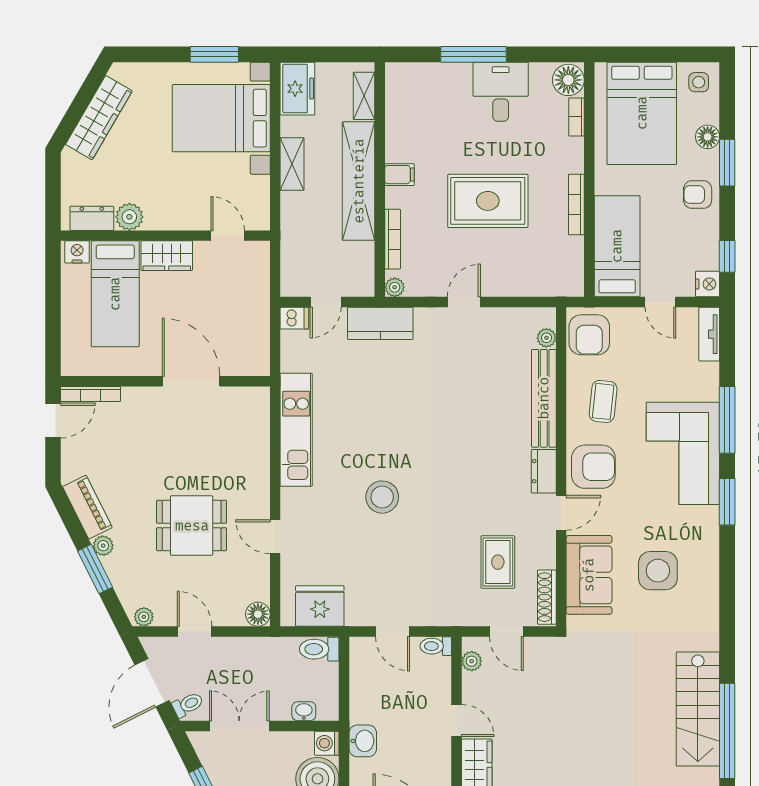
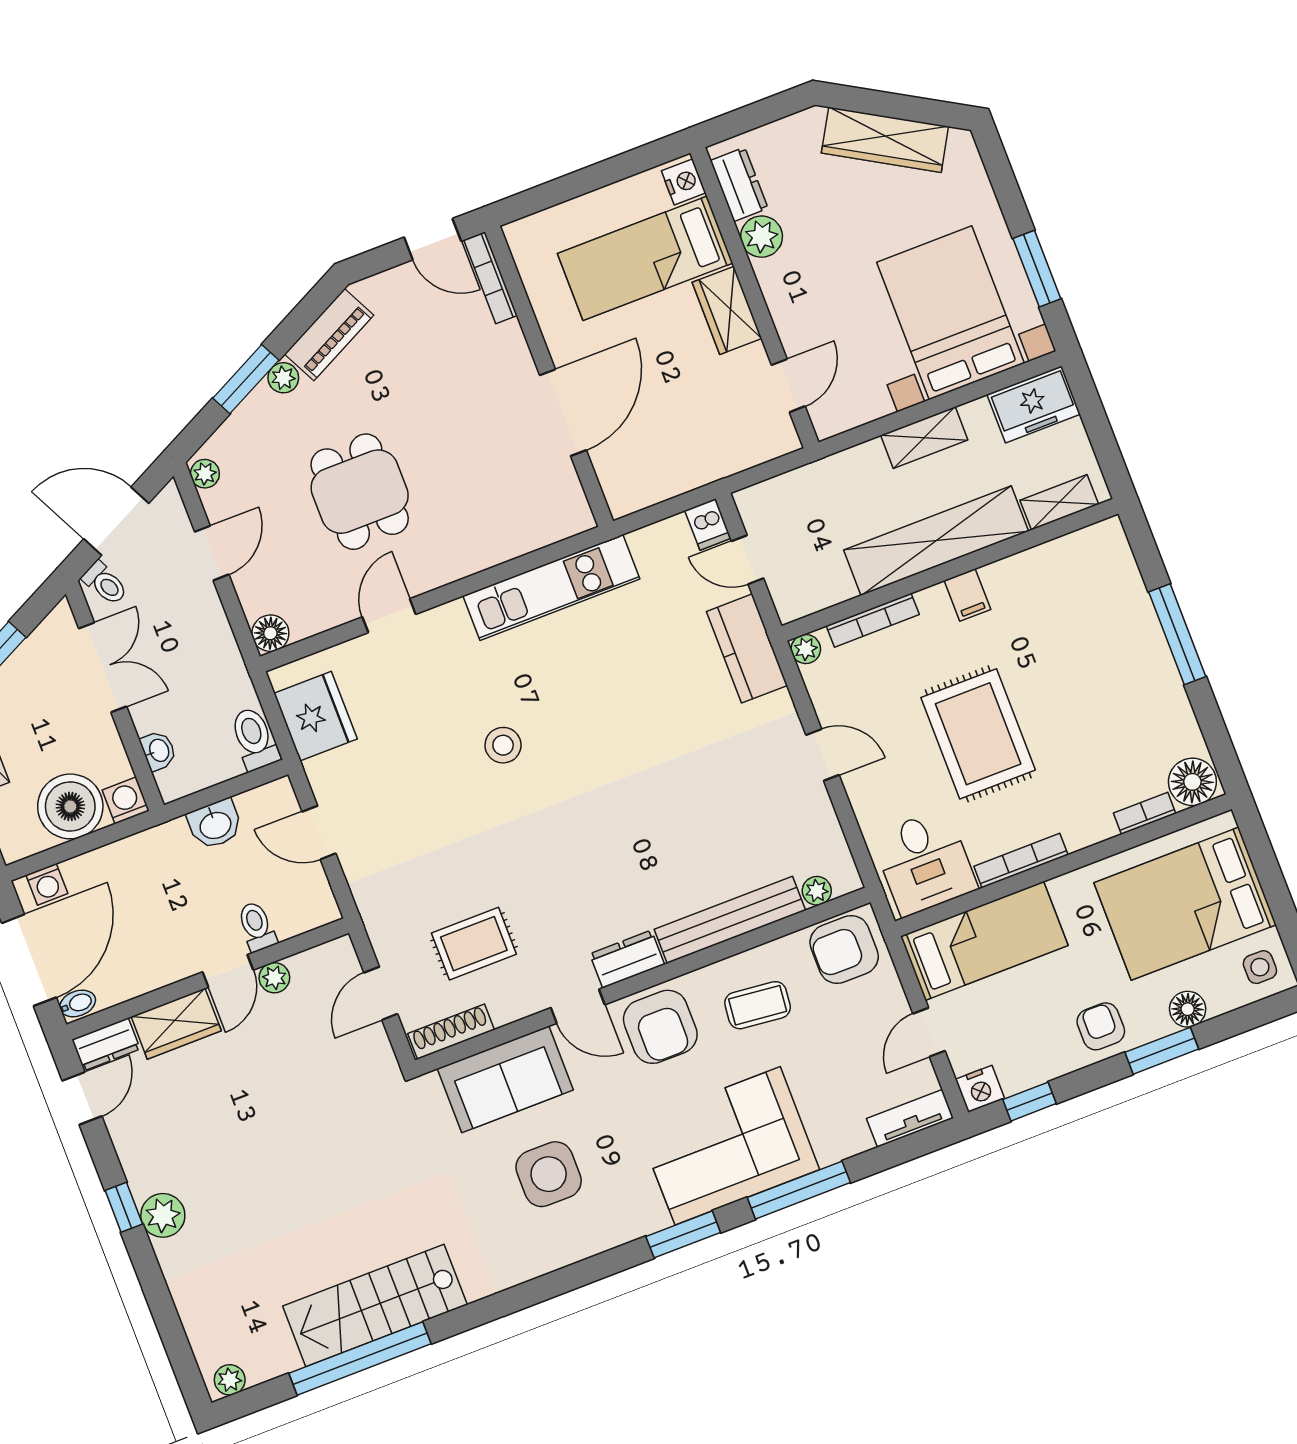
desk: (501, 92) -> (925, 862), moved, turned 90
stool: (382, 497) -> (503, 745), width x0.73, depth x0.73
door: (393, 631) -> (319, 833), hinge flipped
toilet: (436, 646) -> (257, 926), moved
plant: (472, 661) -> (274, 978), moved
washbasin: (363, 741) -> (215, 824), moved

